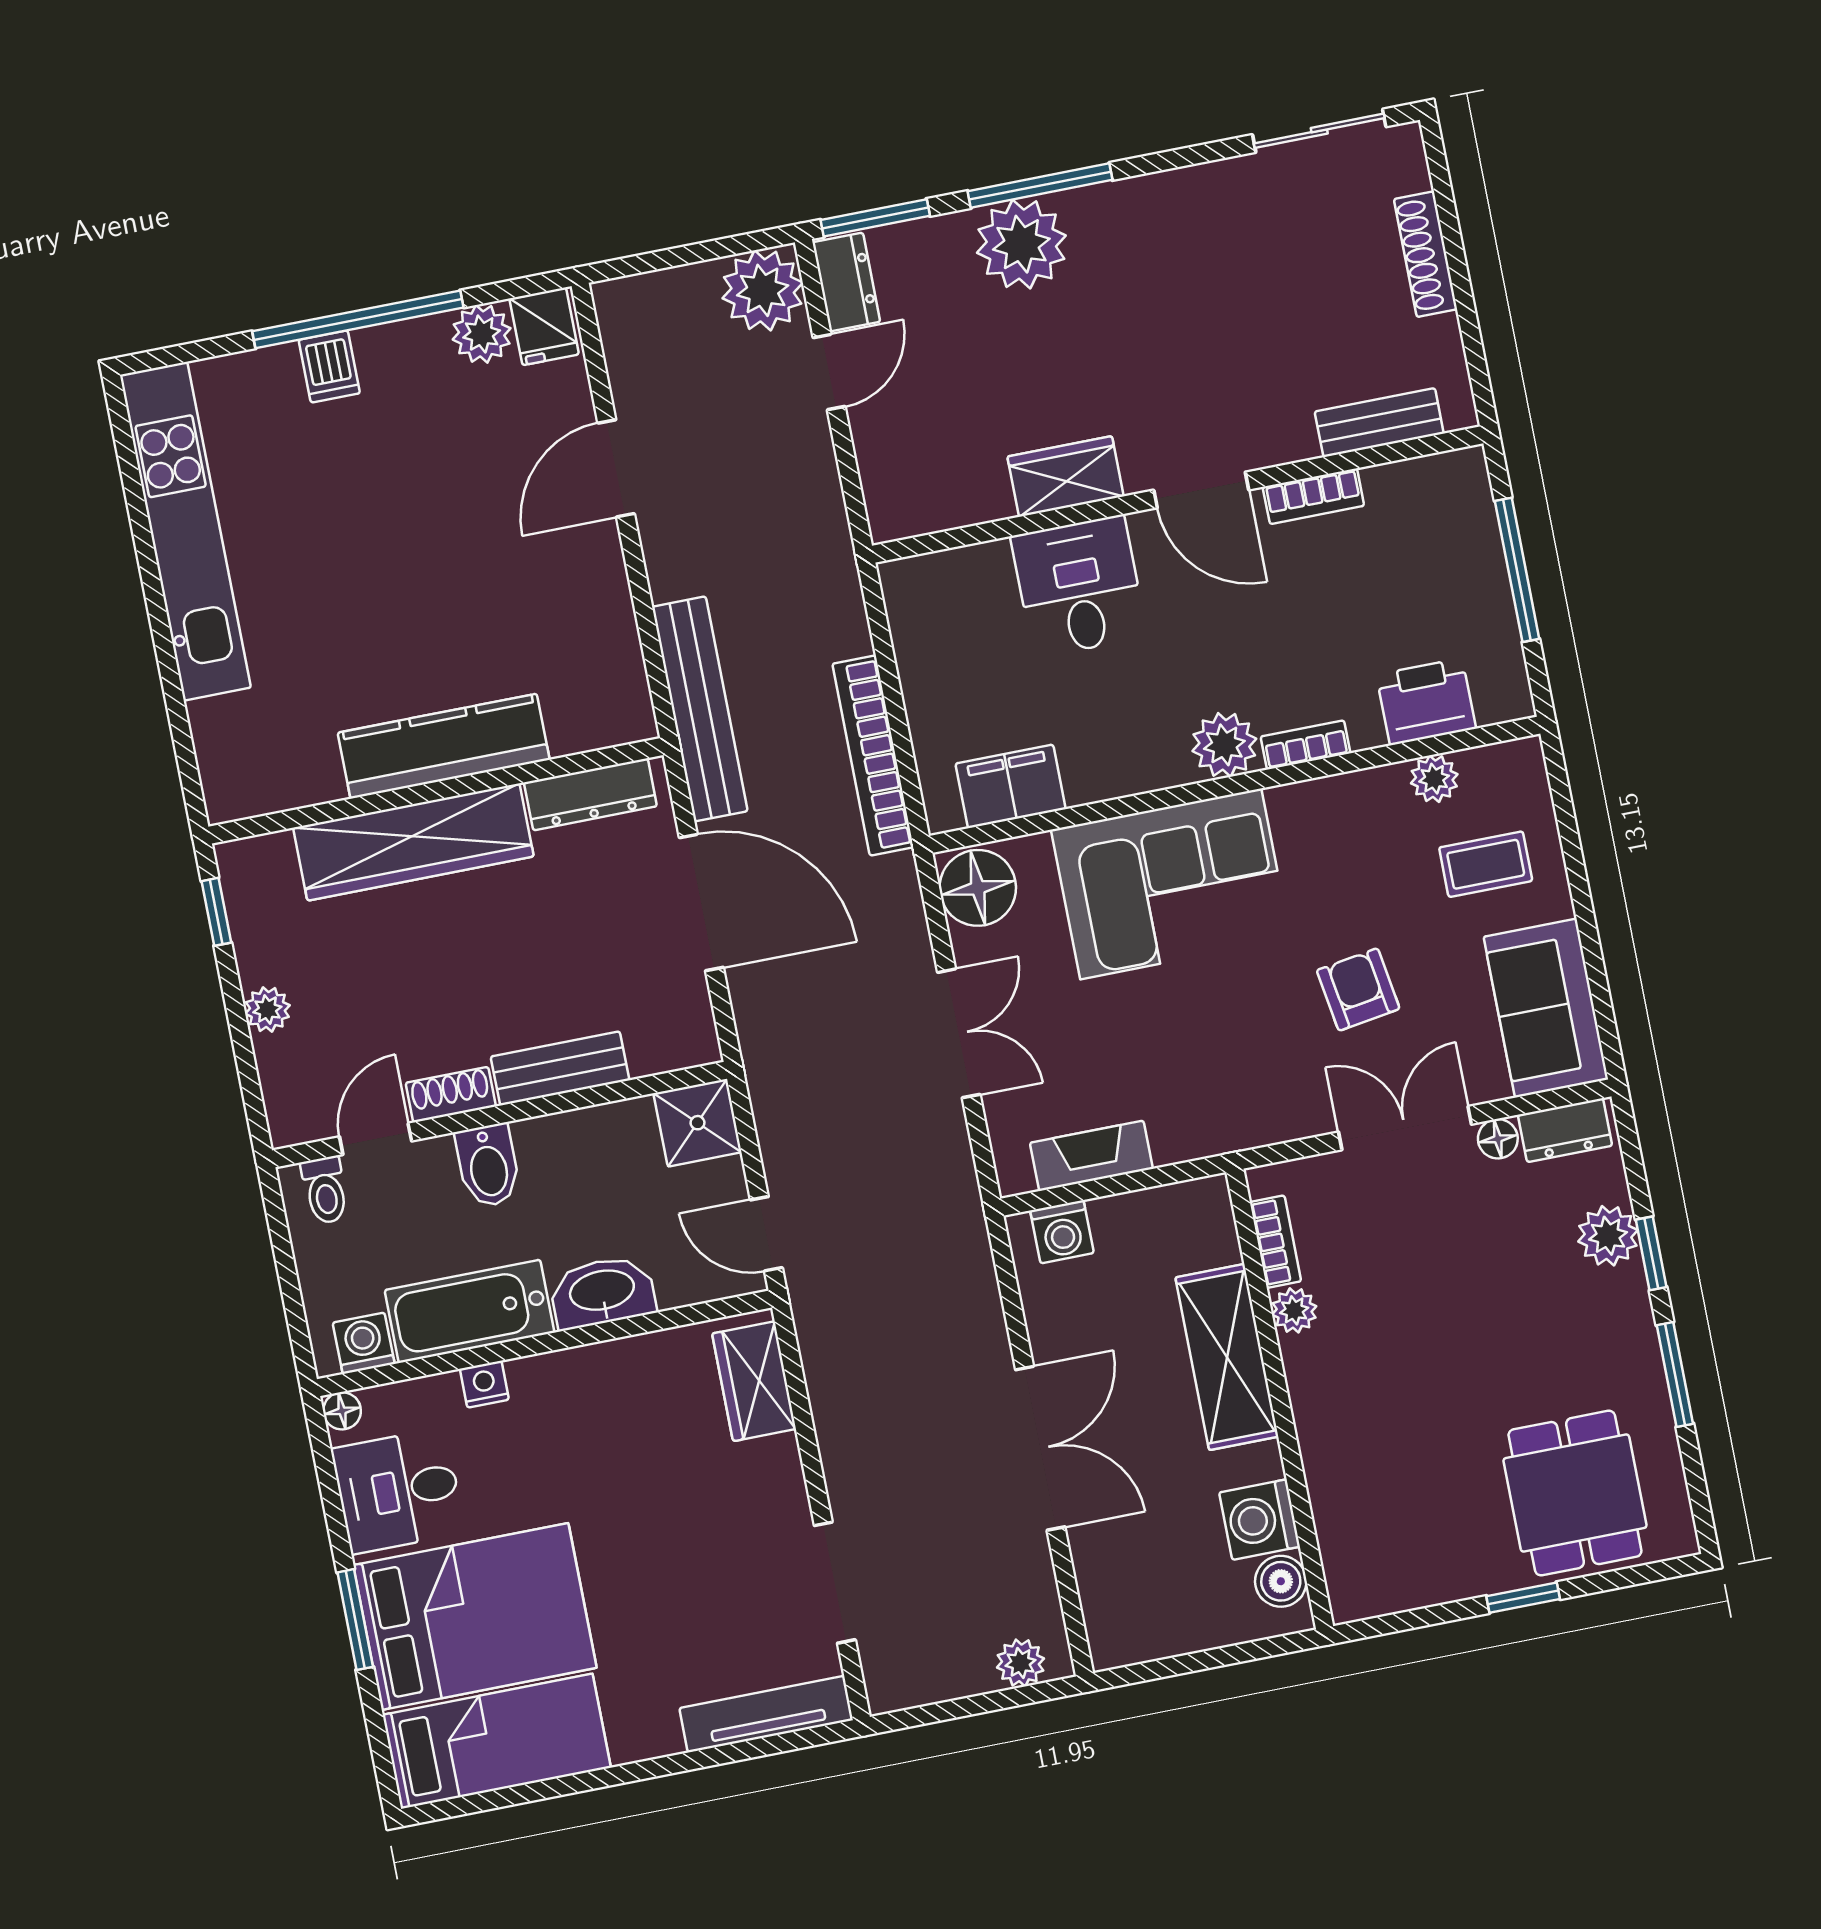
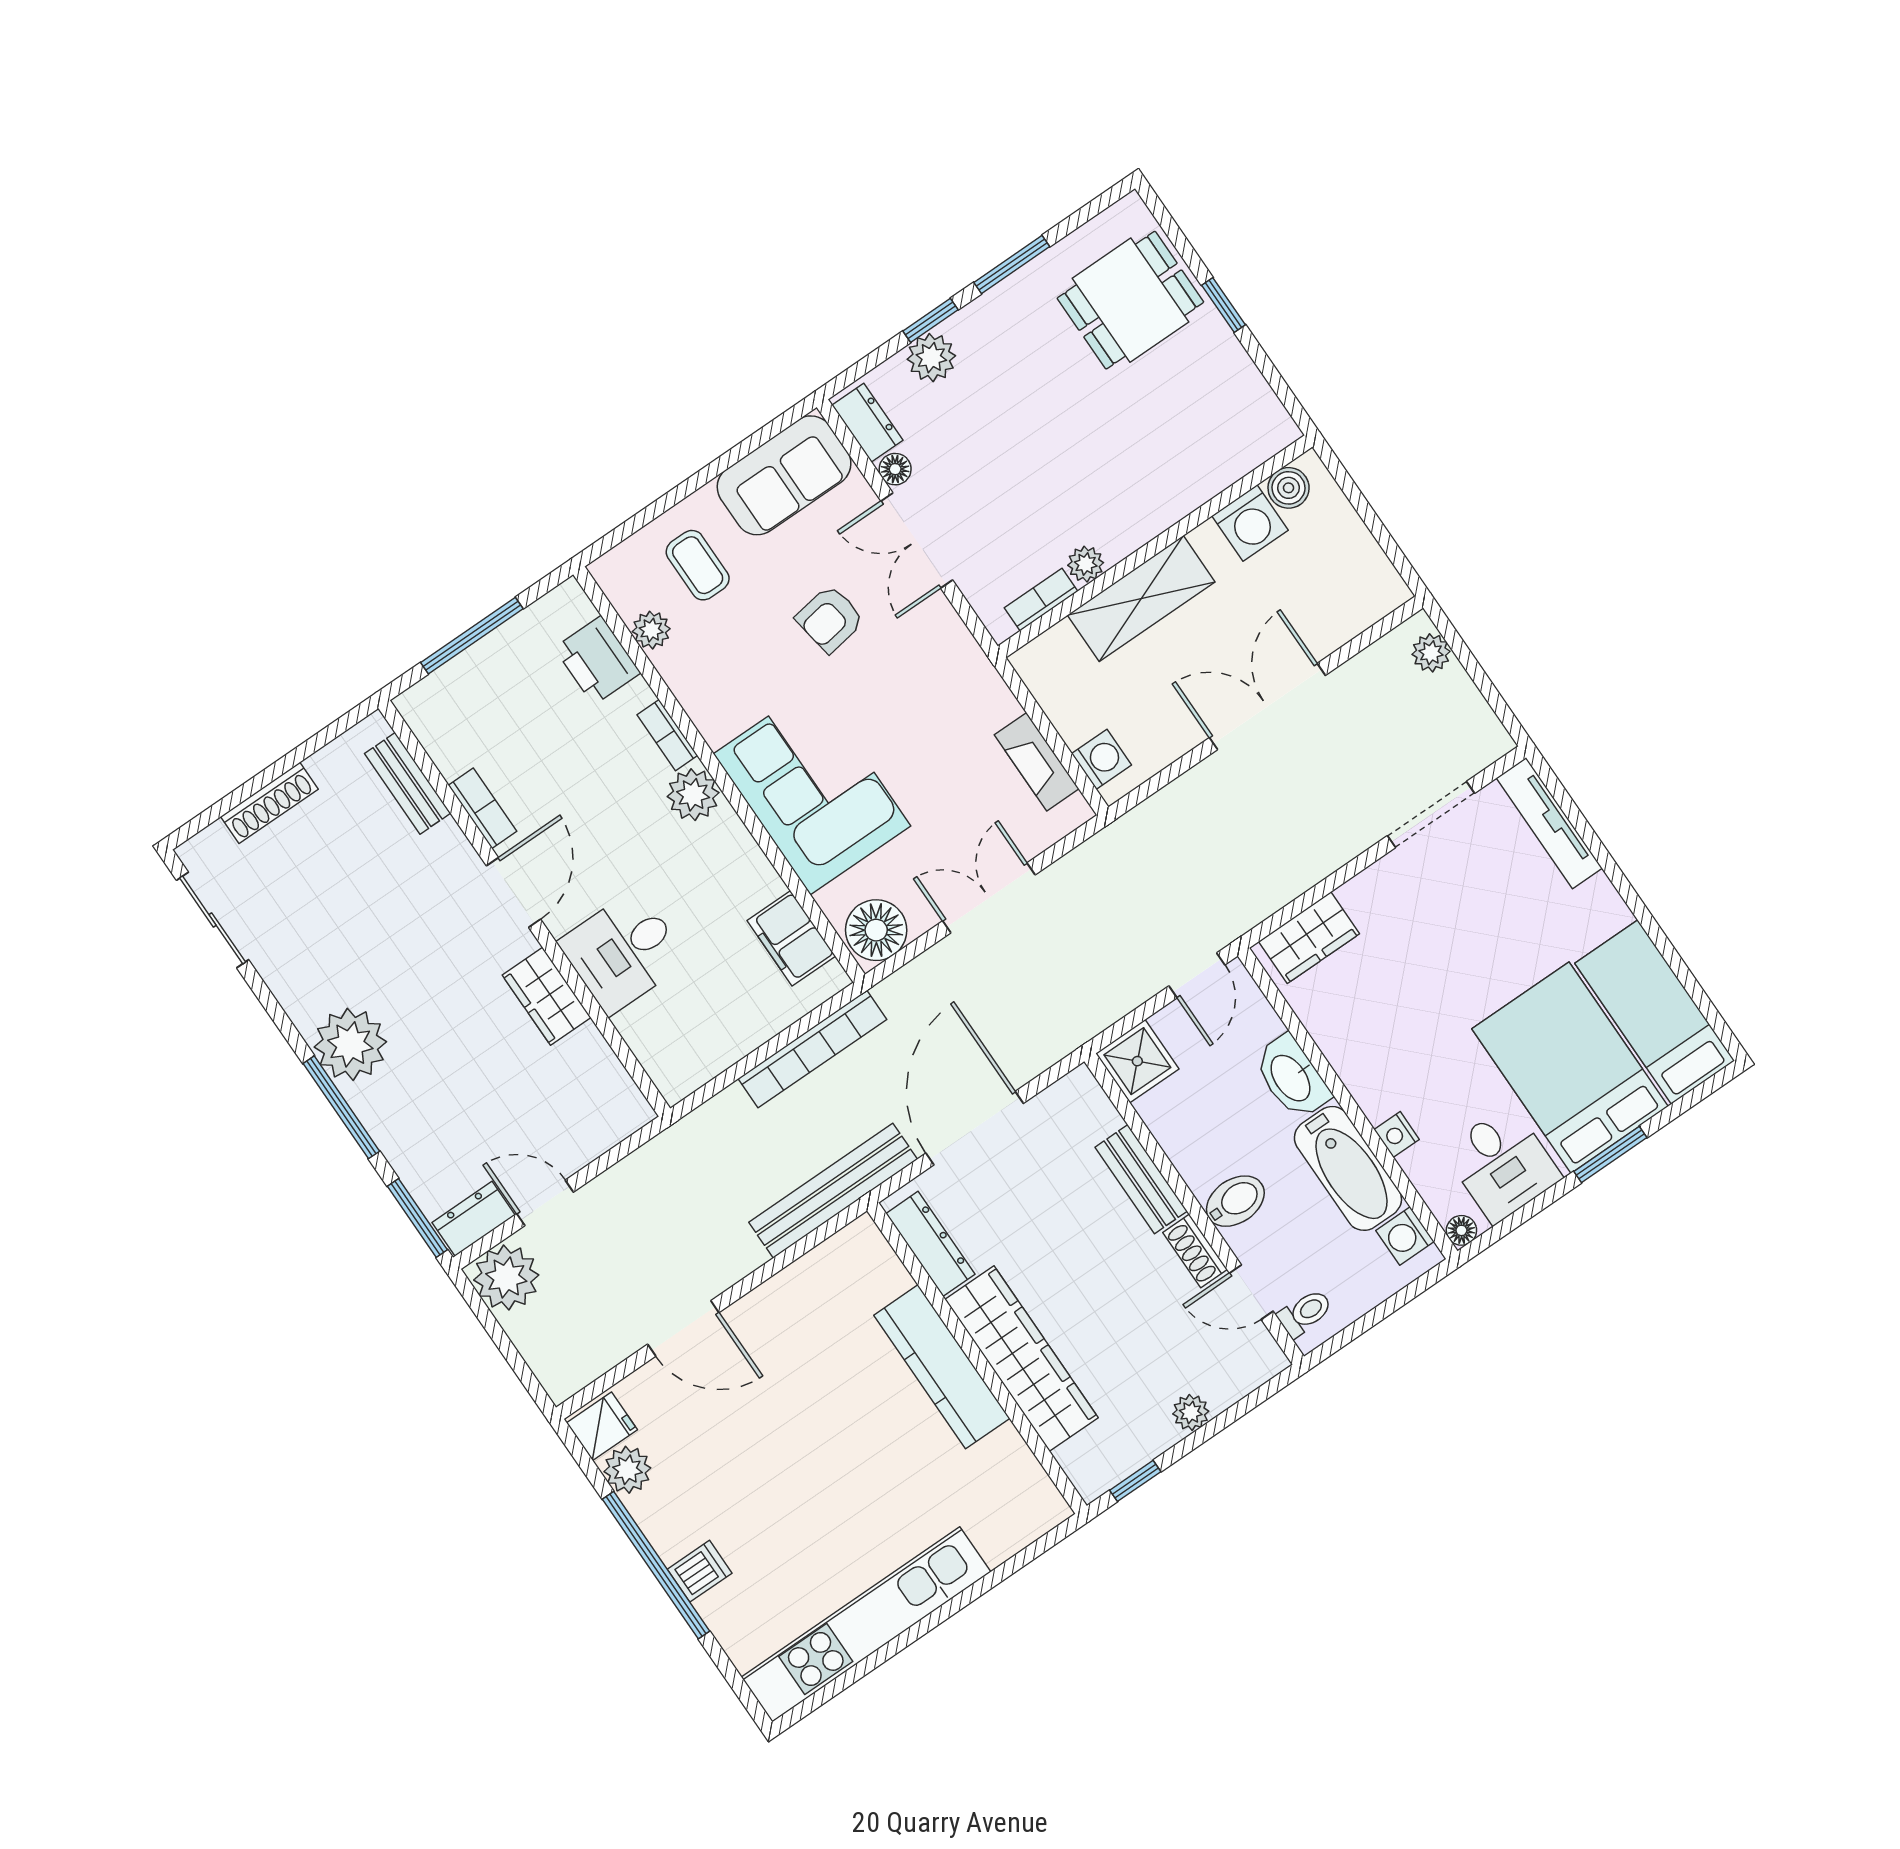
plant: (1021, 244) -> (350, 1044), moved

